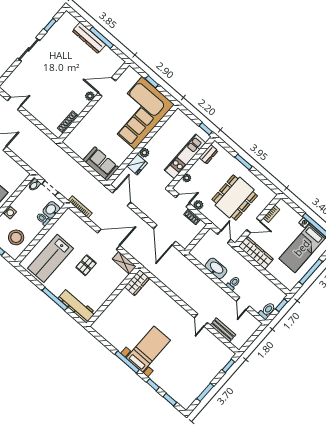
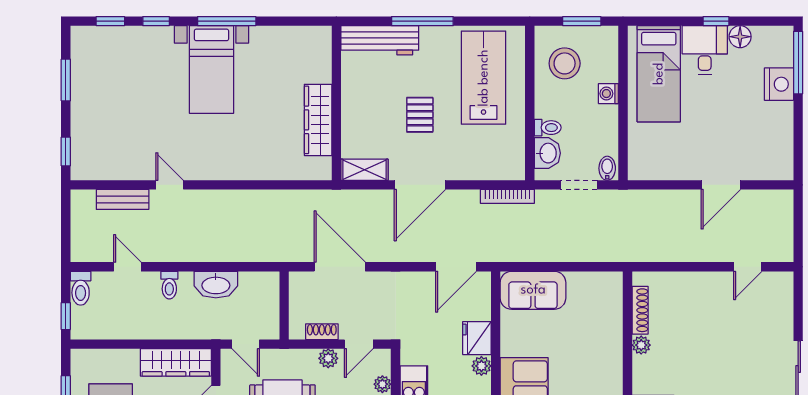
plant: (90, 96) -> (641, 345), moved
door: (122, 197) -> (456, 267), hinge flipped
wardrobe: (137, 283) -> (318, 120), moved, width x1.50

